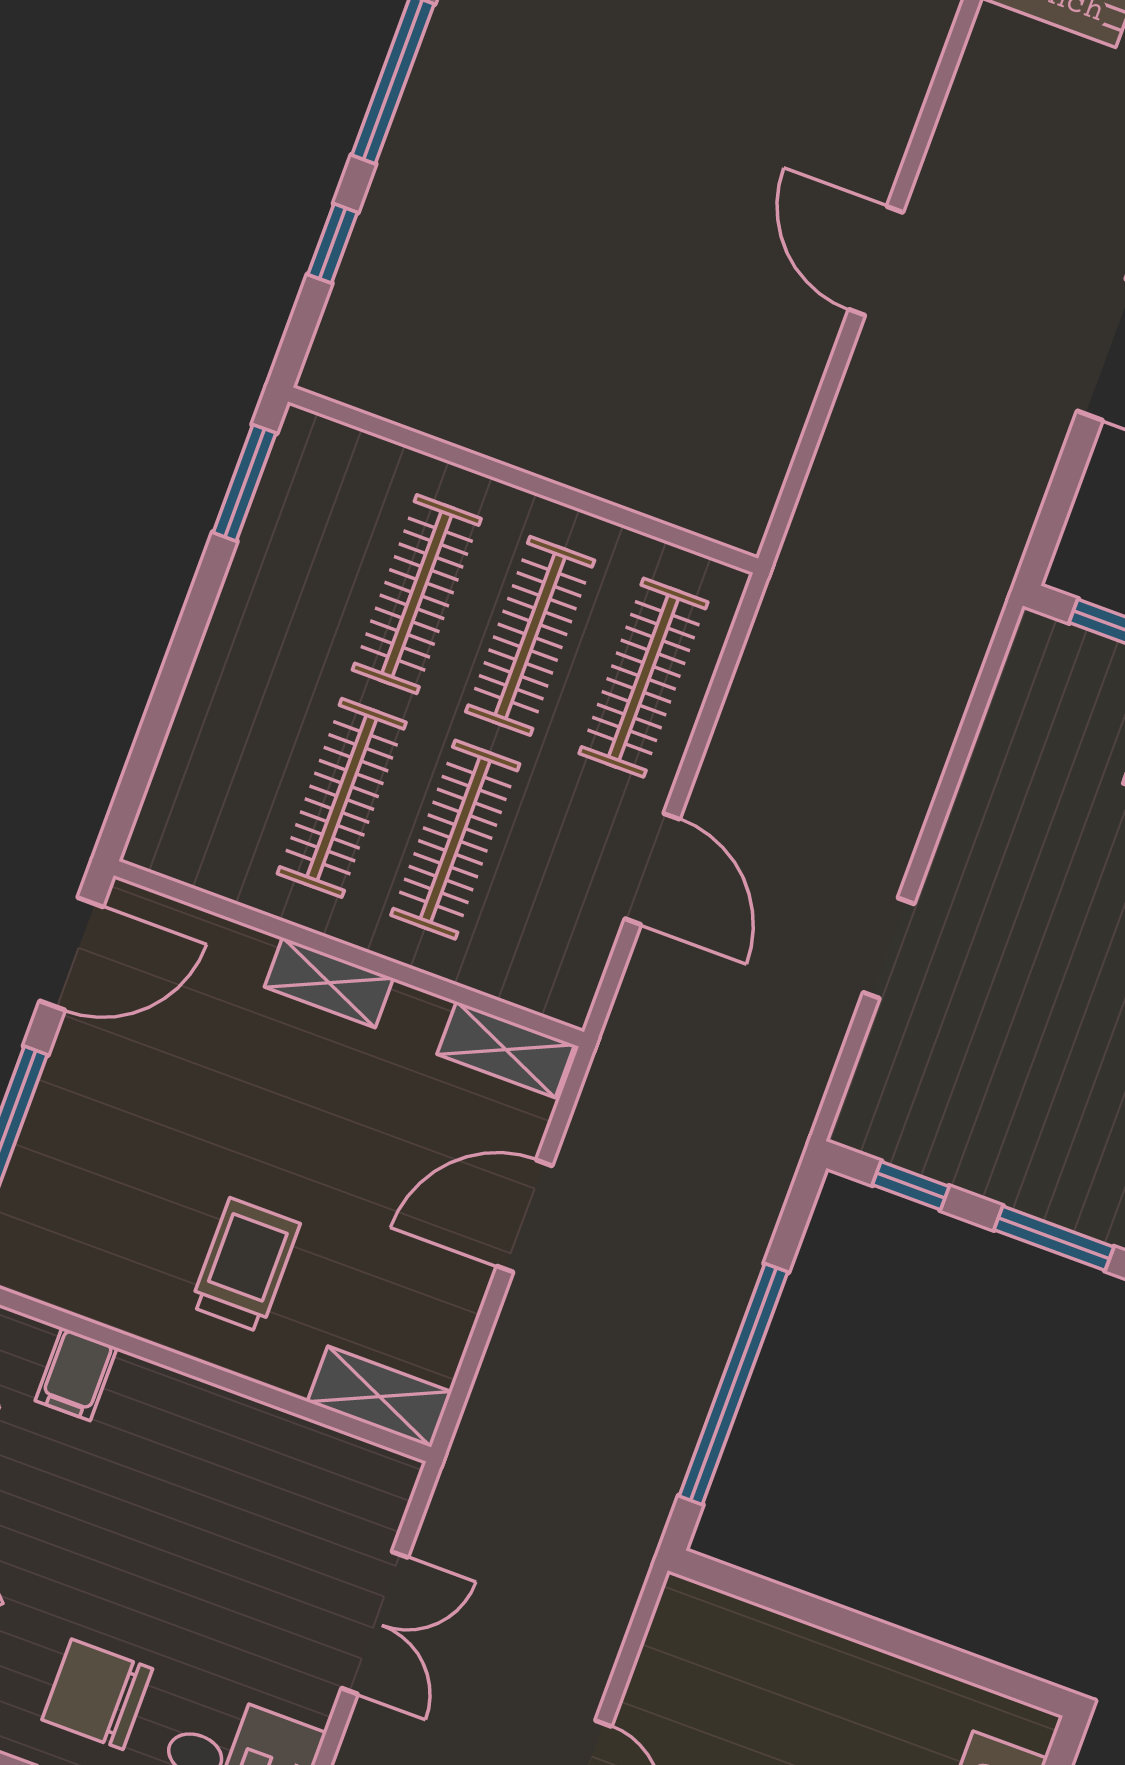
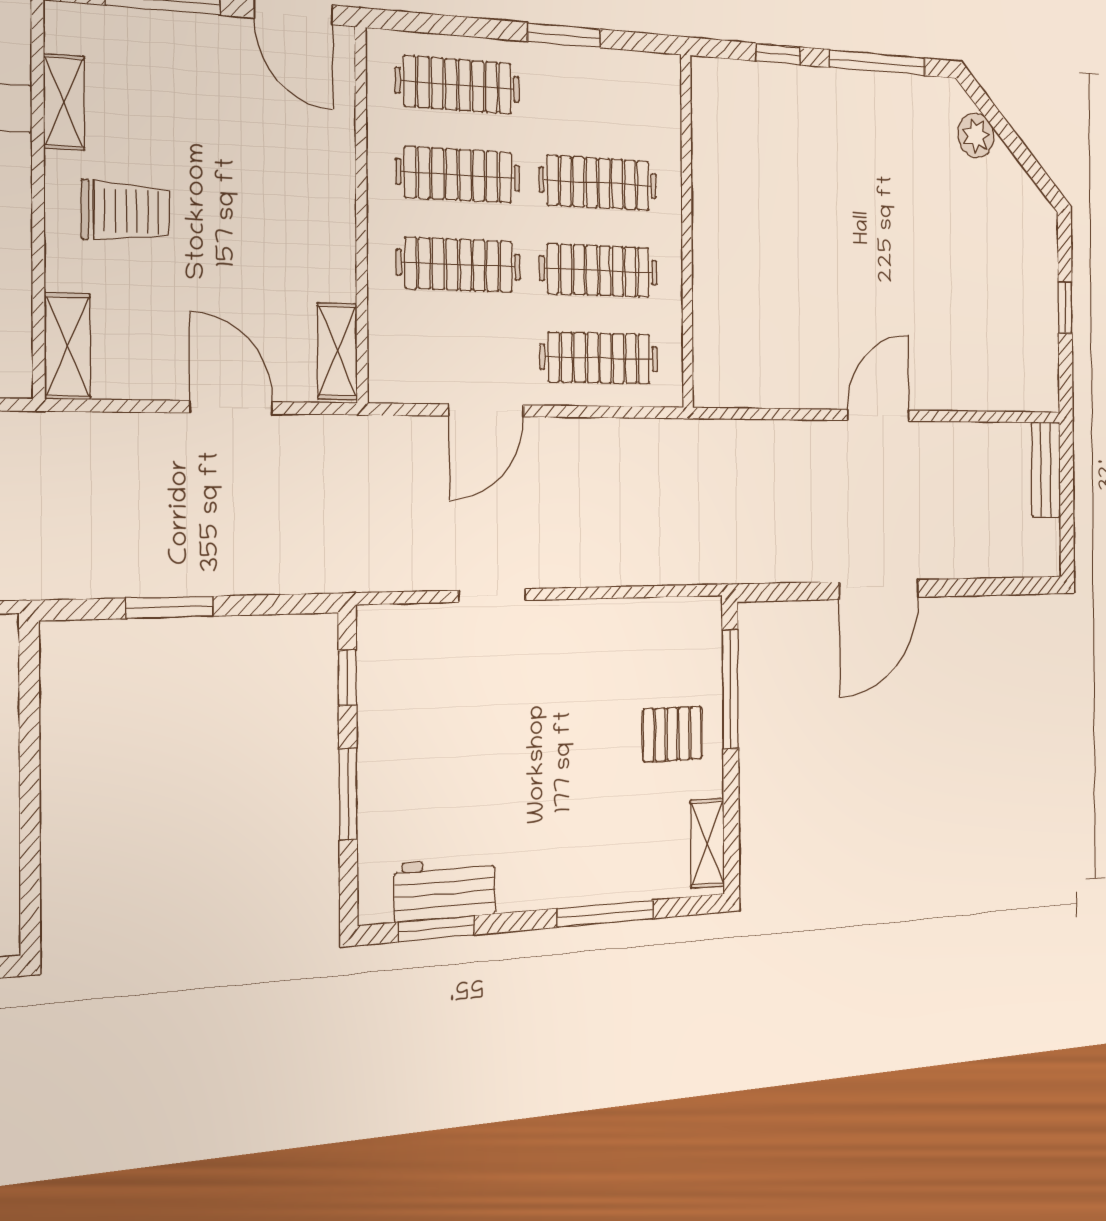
window: (245, 483) -> (564, 35), moved
clothes rail: (228, 756) -> (458, 85), added
shelving: (329, 983) -> (64, 102), moved
window: (734, 1384) -> (170, 607), width x0.47

